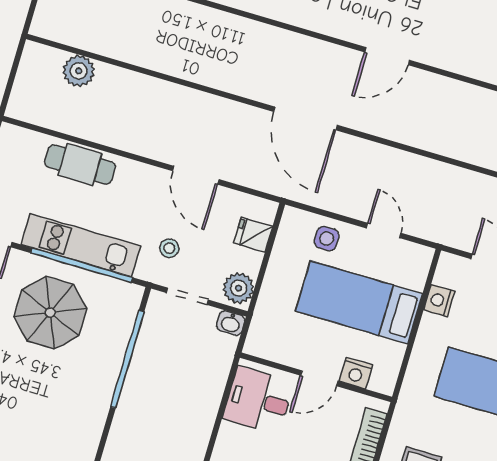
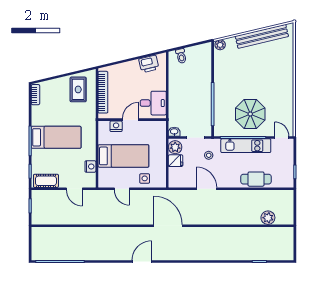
fridge: (253, 235) -> (176, 161), moved

